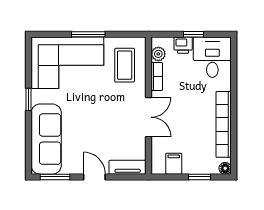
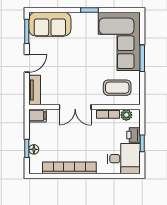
sofa: (46, 139) -> (50, 24), width x0.73
filing cabinet: (174, 164) -> (37, 116), moved
floor lamp: (225, 168) -> (34, 149), moved

